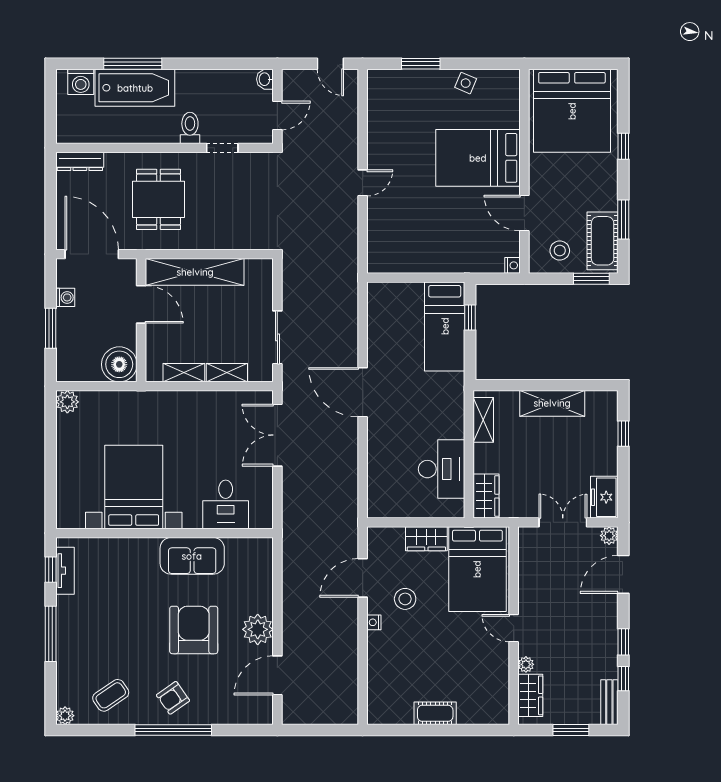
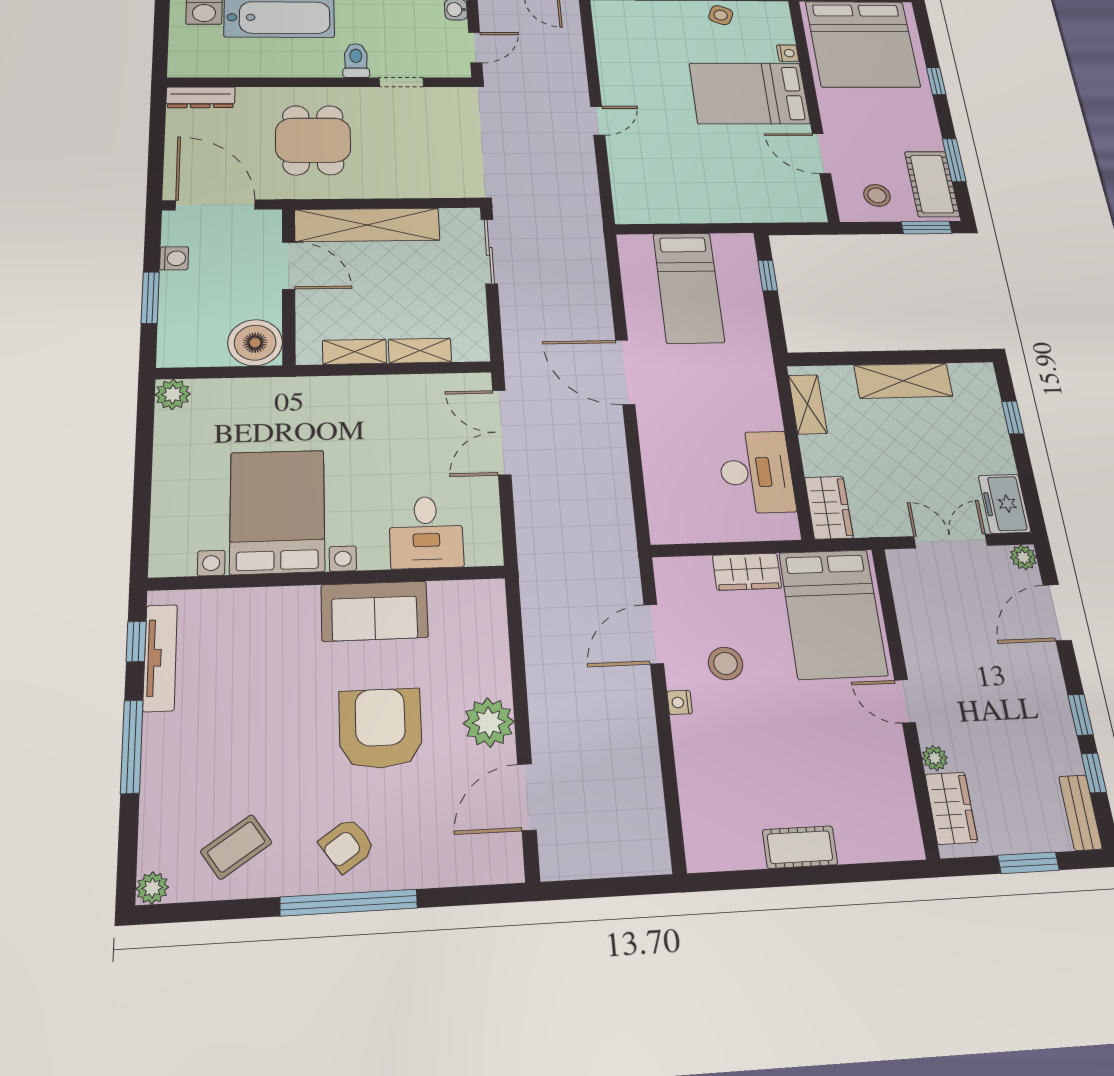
nightstand: (513, 265) -> (788, 53), moved
bed: (445, 326) -> (688, 288), moved
sliding door: (277, 337) -> (489, 252), moved
tv unit: (65, 571) -> (160, 658), width x1.41

